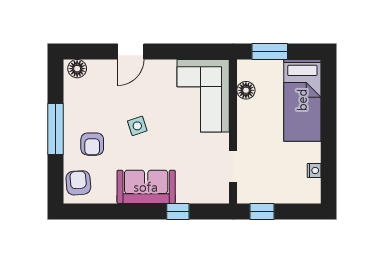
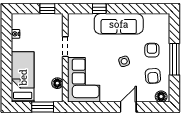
doorway: (233, 167) -> (65, 47), moved
armchair: (78, 183) -> (153, 76), moved
sofa: (146, 187) -> (119, 24), width x1.36

